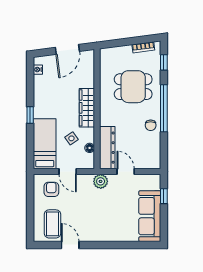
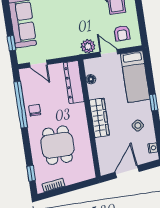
dining table: (133, 87) -> (57, 145), turned 90
window: (164, 108) -> (21, 105), moved
side table: (71, 138) -> (138, 126), moved
door: (126, 171) -> (38, 64), moved
plant: (101, 181) -> (88, 46), moved

